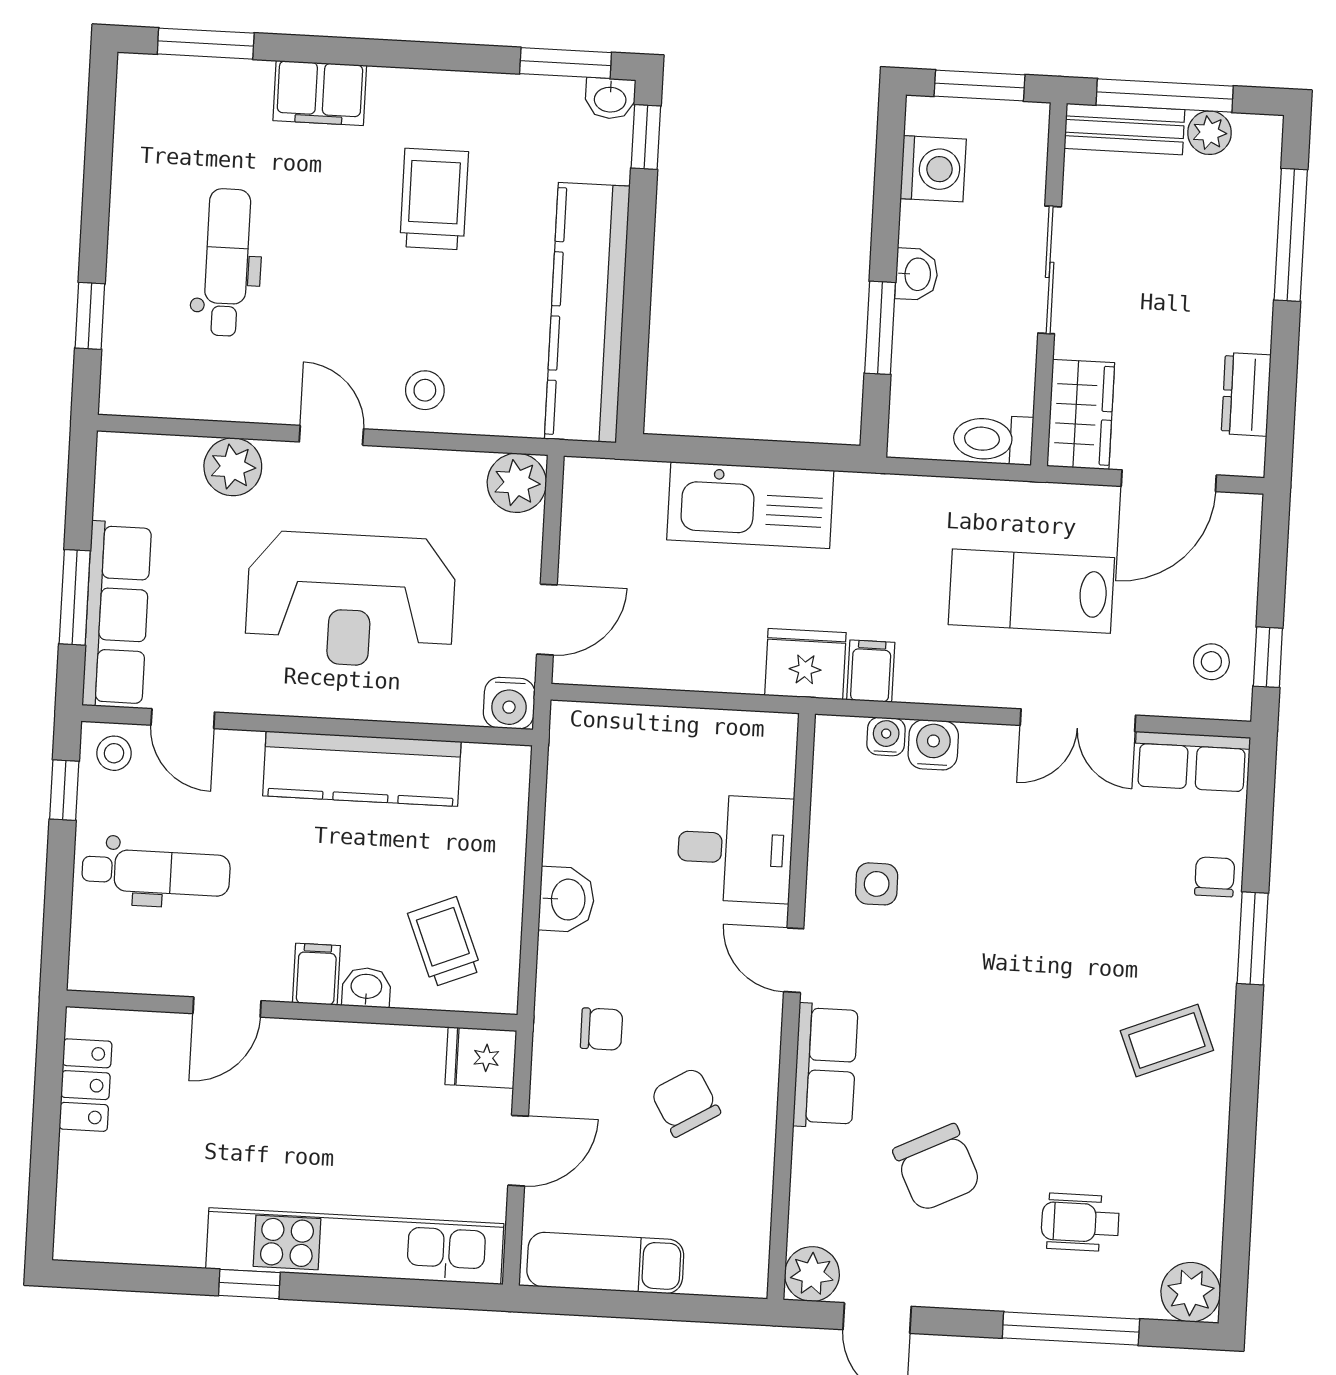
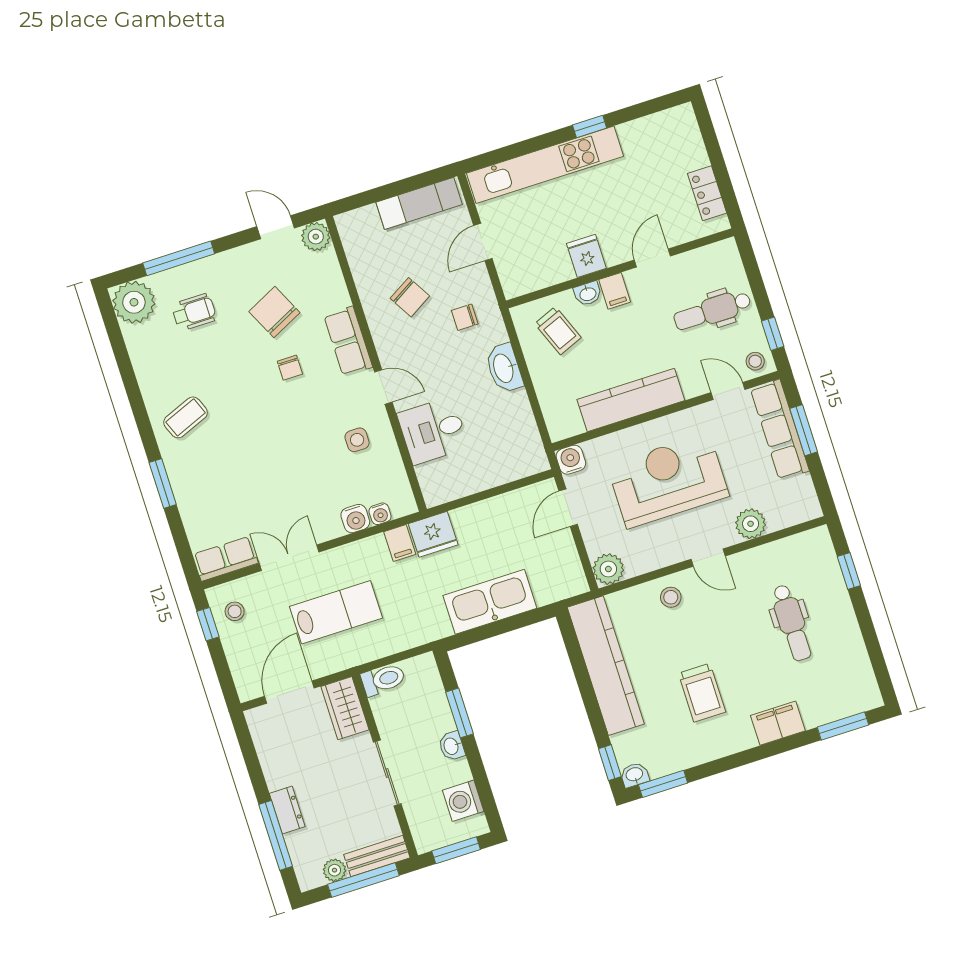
dresser: (1246, 394) -> (287, 810), moved
chair: (1215, 877) -> (290, 368), moved
washbasin: (567, 899) -> (504, 368), width x1.38
fridge: (481, 1058) -> (586, 256), moved, turned -90
plant: (1191, 1292) -> (134, 302), width x1.36, depth x1.36

